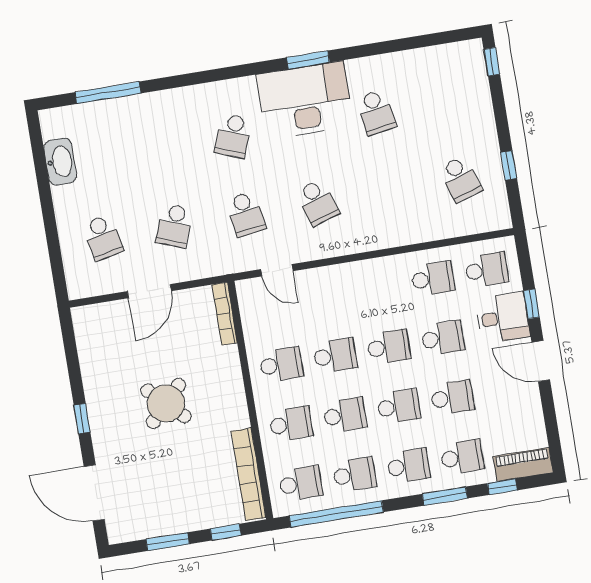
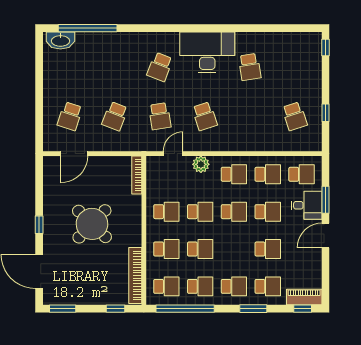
window: (308, 60) -> (213, 28), removed
window: (108, 93) -> (88, 28), width x1.46
washbasin: (60, 162) -> (60, 40), moved, turned 90
school desk: (103, 238) -> (70, 116), turned 30
door: (277, 270) -> (173, 154), swing flipped
plant: (324, 280) -> (201, 164), added
door: (149, 291) -> (74, 154), moved
window: (531, 304) -> (325, 200), width x1.50
door: (541, 361) -> (325, 236), hinge flipped
round table: (166, 403) -> (92, 224), width x1.36, depth x1.36
school desk: (399, 406) -> (234, 174), moved
window: (502, 487) -> (303, 309), moved
window: (168, 542) -> (63, 309), moved

